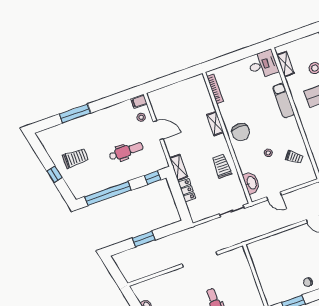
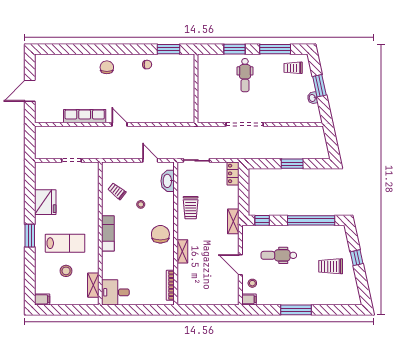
exam couch: (283, 101) -> (108, 233), moved
window: (75, 113) -> (296, 310), moved
locker: (187, 190) -> (233, 173), moved

